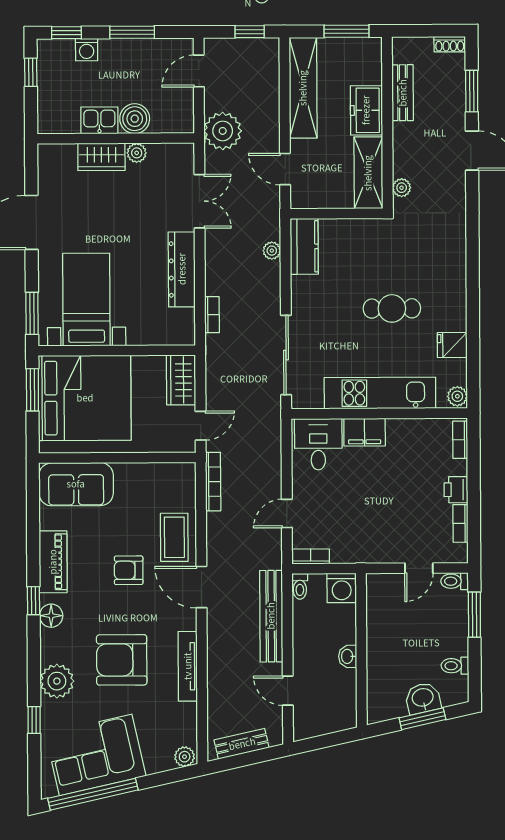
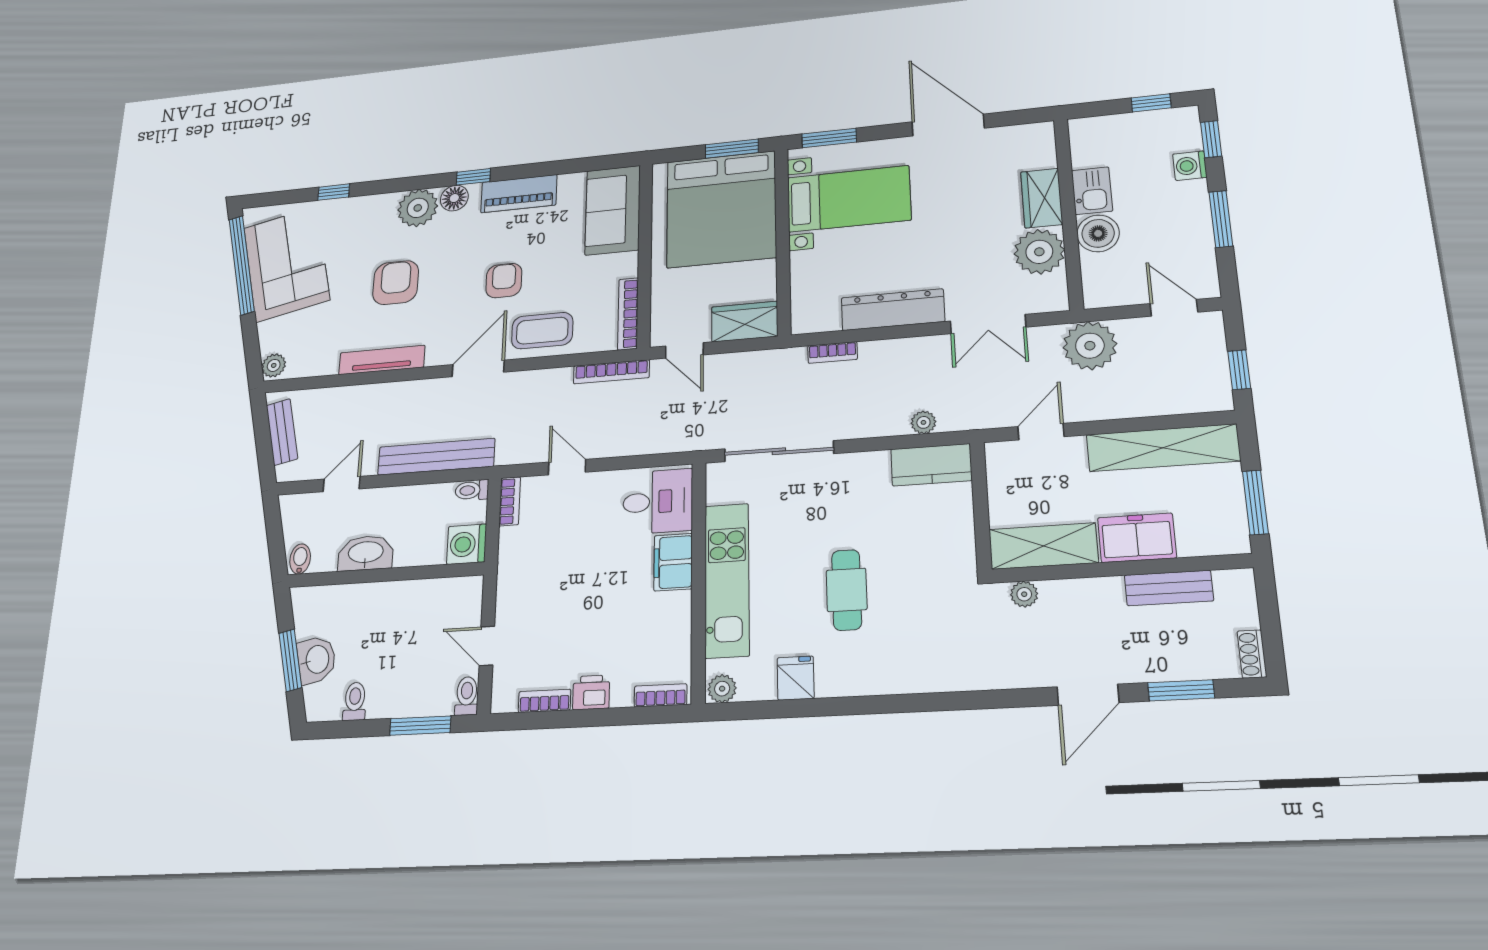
plant: (137, 153) -> (1039, 252), width x1.88, depth x1.88
bookcase: (166, 470) -> (628, 314), added
washbasin: (348, 656) -> (366, 553), width x1.91, depth x1.45
armchair: (122, 660) -> (396, 283), width x0.73, depth x0.73
plant: (57, 681) -> (418, 208), moved
bidet: (345, 719) -> (300, 559), added

